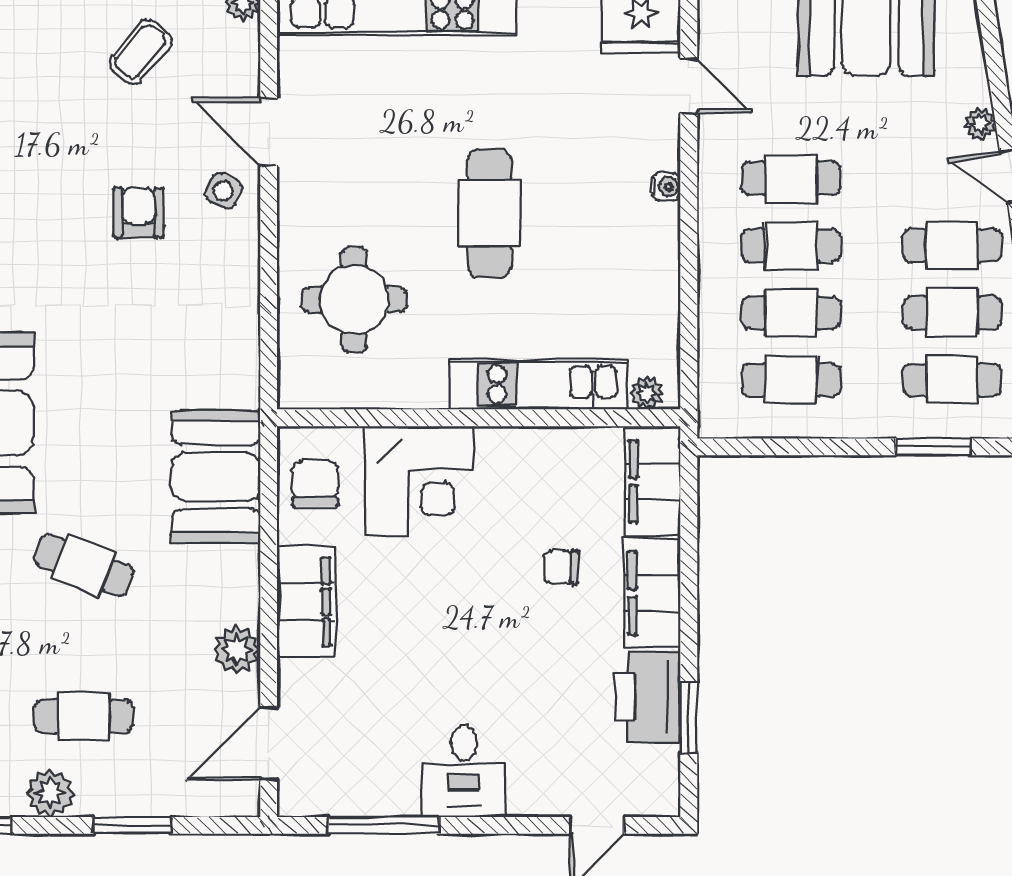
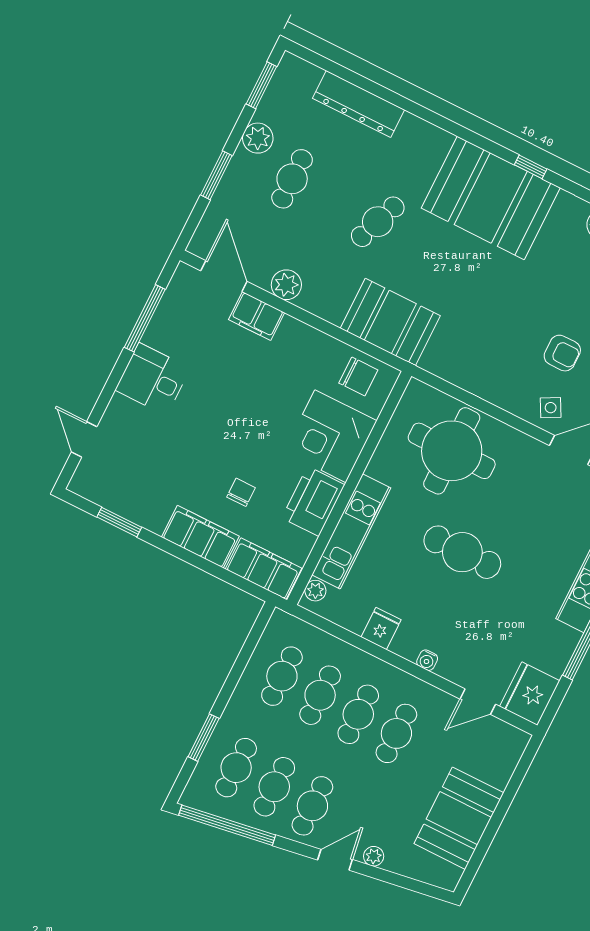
side table: (223, 191) -> (551, 408), turned 37
fridge: (654, 274) -> (381, 628), added
round table: (354, 300) -> (452, 451), width x1.36, depth x1.36
filing cabinet: (306, 601) -> (257, 316), moved, width x0.67, depth x0.86
printer: (648, 697) -> (313, 501), moved, turned -90

